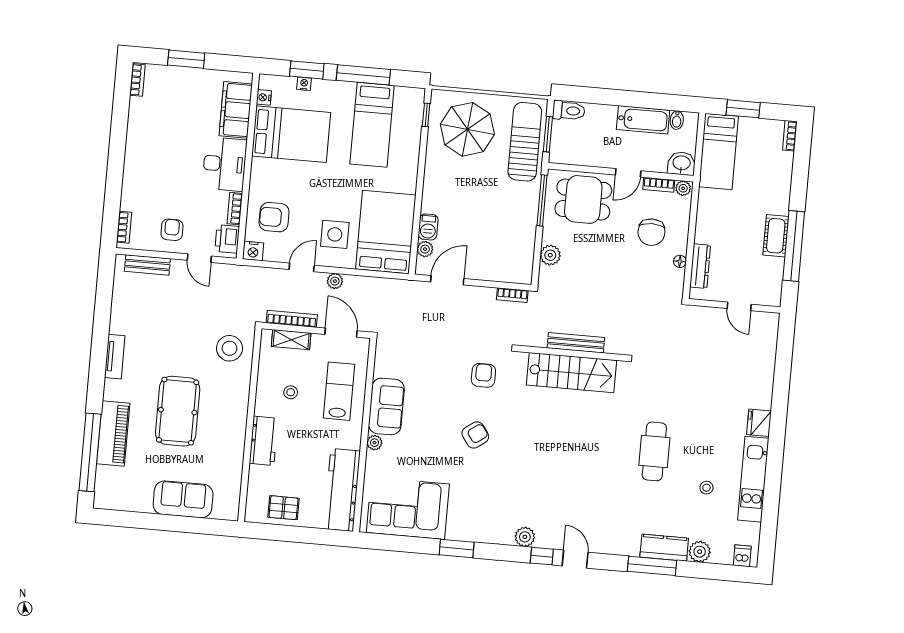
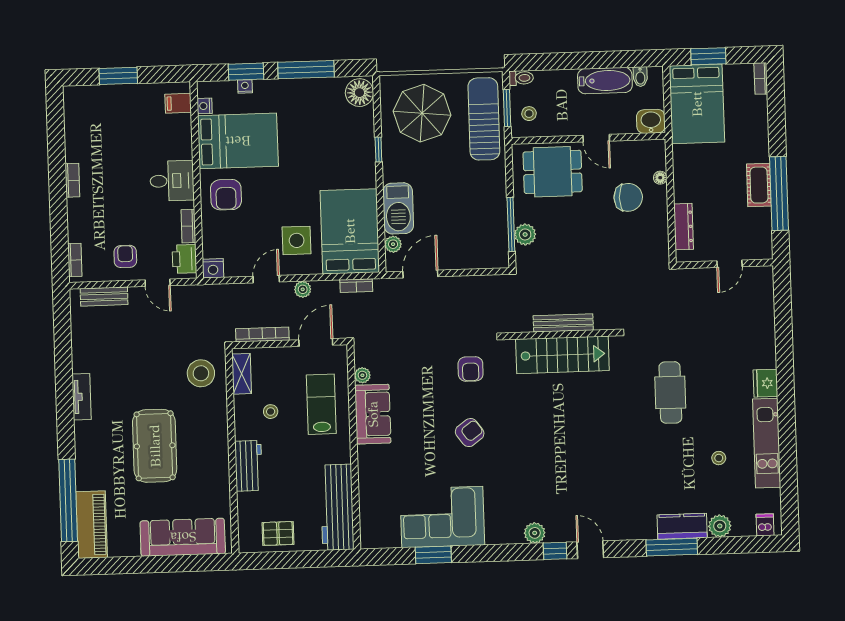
bookcase: (137, 80) -> (72, 180), moved
floor lamp: (411, 103) -> (359, 93), added
filing cabinet: (236, 110) -> (178, 103), width x0.33, depth x0.86
toilet: (569, 111) -> (521, 78), width x0.73, depth x0.72
window: (426, 115) -> (378, 149), moved
bed: (372, 125) -> (321, 121), removed
stool: (568, 142) -> (529, 114), added
bed: (718, 152) -> (697, 104), width x1.50
desk: (225, 164) -> (172, 181), width x0.73
door: (628, 173) -> (596, 138), hinge flipped
bookcase: (659, 185) -> (630, 147), removed
plant: (683, 188) -> (656, 147), removed
window: (542, 200) -> (511, 224), moved
armchair: (274, 217) -> (226, 195), moved, turned -90
barbecue: (428, 227) -> (398, 208), width x1.88, depth x1.53
chair: (651, 232) -> (628, 197), turned -90
floor lamp: (680, 261) -> (660, 178), moved
bookcase: (512, 295) -> (356, 286), moved
door: (739, 306) -> (730, 264), hinge flipped
door: (341, 333) -> (316, 343), hinge flipped
shelving: (291, 340) -> (242, 374), moved, turned 90
armchair: (483, 375) -> (471, 369), turned 180
piano: (113, 434) -> (92, 525), moved
plant: (375, 443) -> (362, 375), moved
cafe table: (654, 451) -> (670, 392), moved
sofa: (183, 499) -> (183, 537), width x1.36
corner sofa: (408, 508) -> (442, 517), moved
window: (457, 548) -> (433, 555), moved

